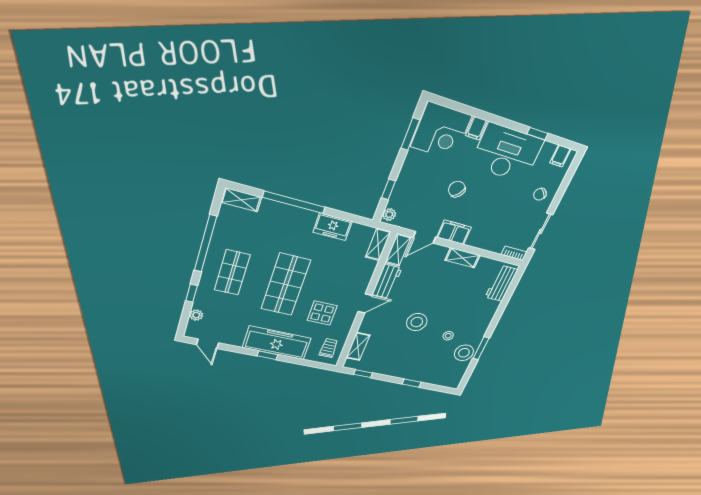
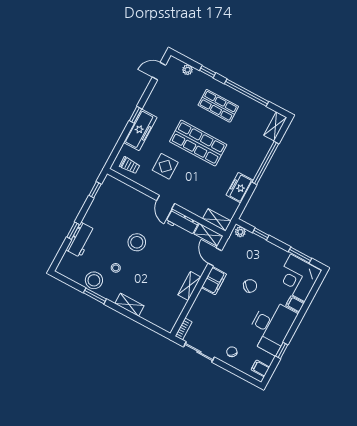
workbench: (501, 283) -> (81, 240), moved, turned 90
freezer: (277, 343) -> (140, 130), width x0.73, depth x0.79
shelving: (358, 346) -> (129, 305), moved

